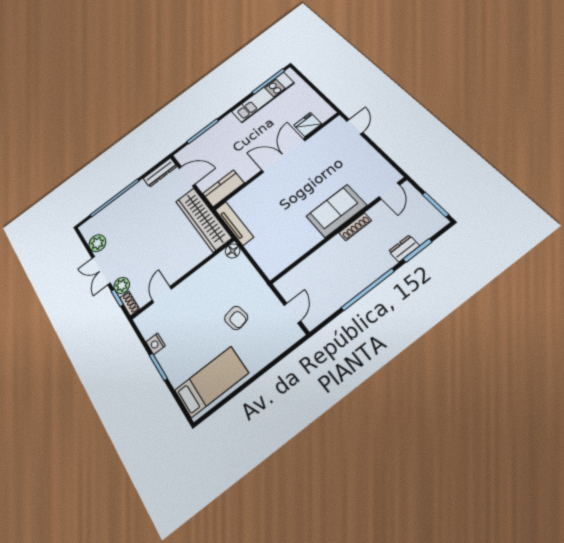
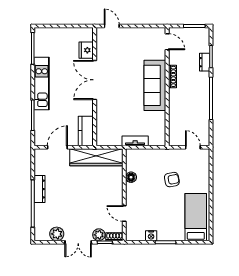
kitchen unit: (263, 97) -> (42, 83), moved
dresser: (160, 172) -> (40, 189), moved
sofa: (336, 211) -> (155, 85), width x1.36
tv unit: (234, 223) -> (135, 141), moved, width x0.71
floor lamp: (233, 251) -> (131, 177), moved

